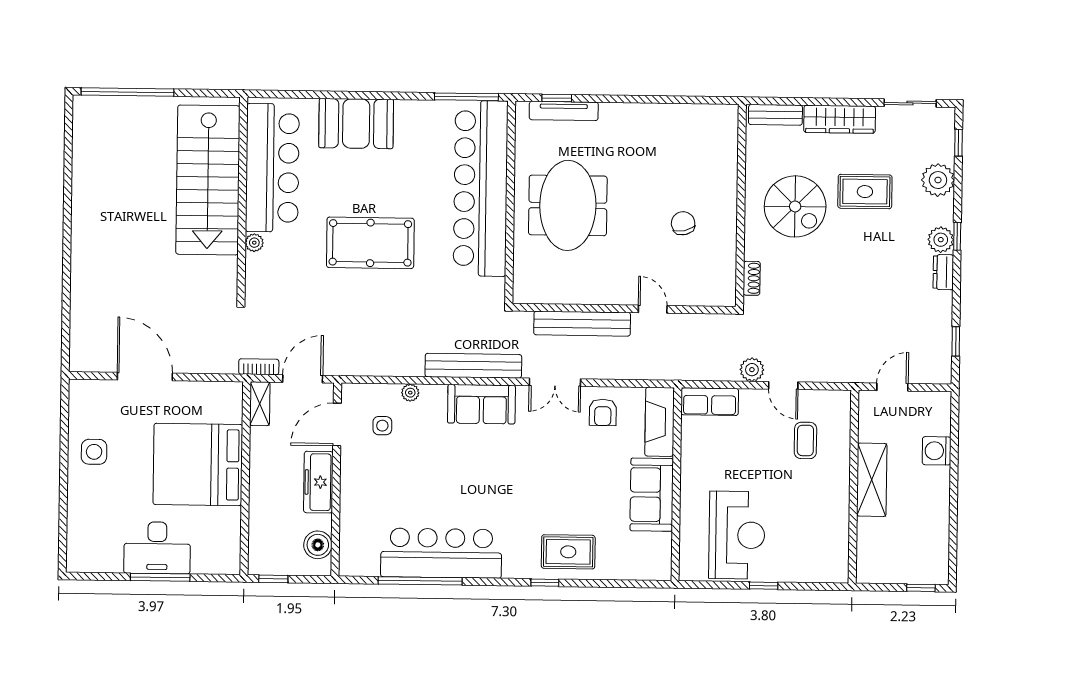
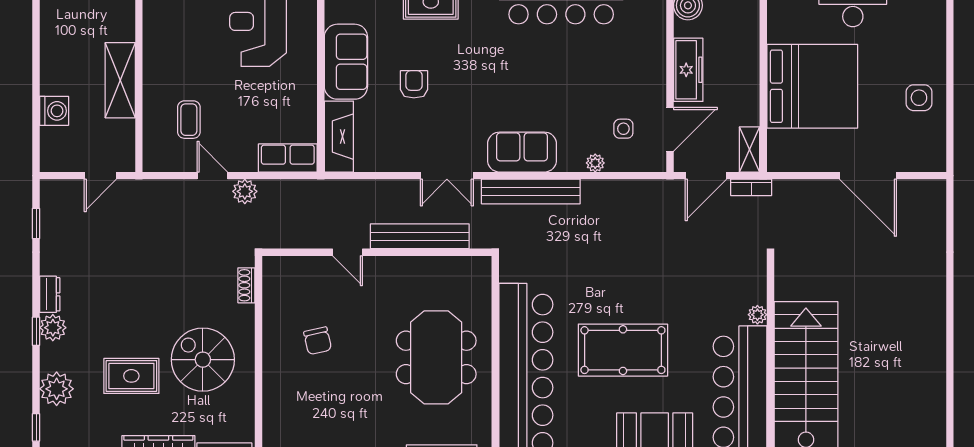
pool table: (370, 243) -> (623, 350), moved
double door: (555, 382) -> (447, 176), swing flipped
armchair: (603, 412) -> (414, 84), moved

